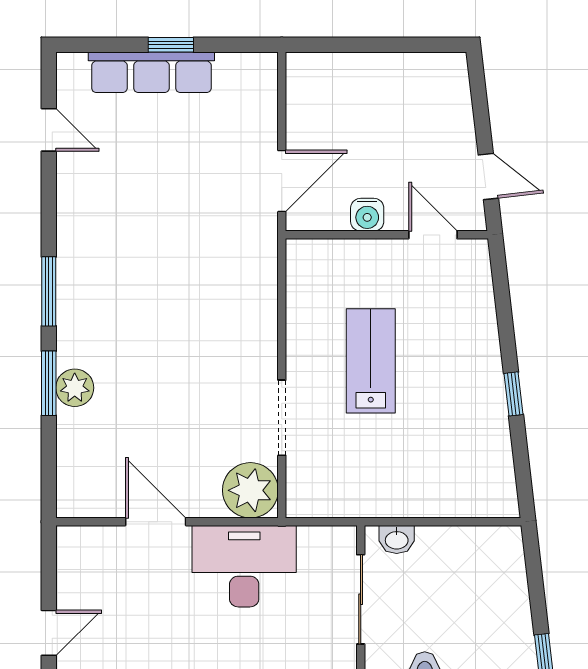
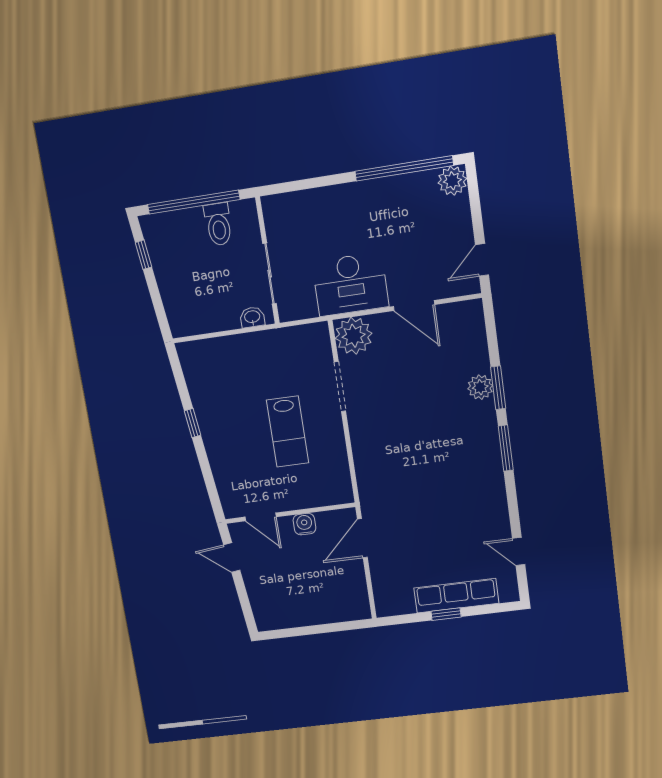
door: (49, 633) -> (482, 260), moved

